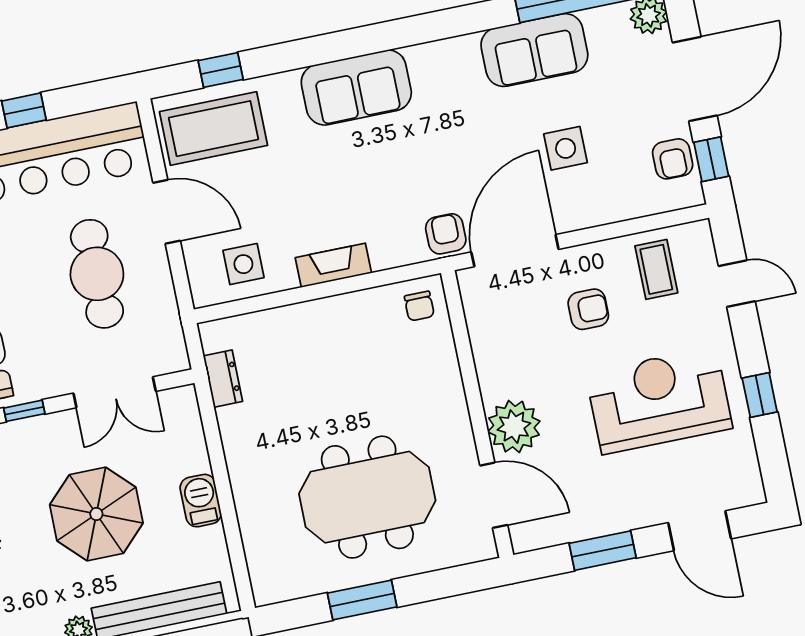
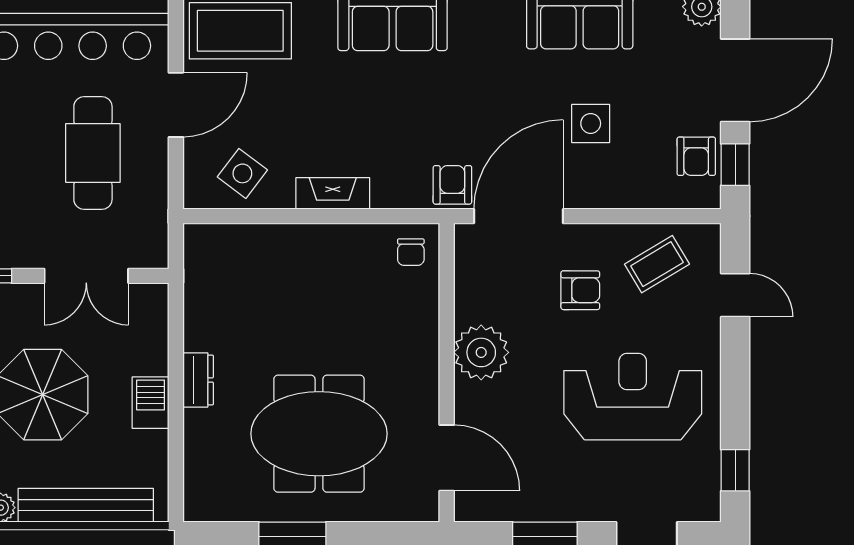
door: (167, 212) -> (176, 105), hinge flipped
side table: (243, 264) -> (242, 173), turned 37
coffee table: (656, 269) -> (657, 264), turned 59
dresser: (223, 379) -> (198, 380), moved
window: (760, 395) -> (735, 470), moved
plant: (514, 427) -> (481, 352), moved

